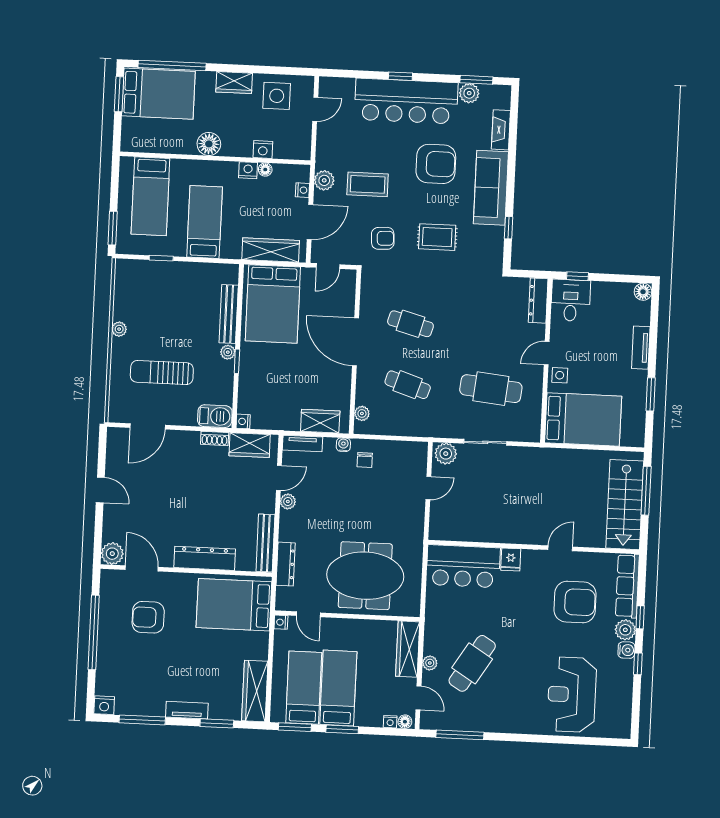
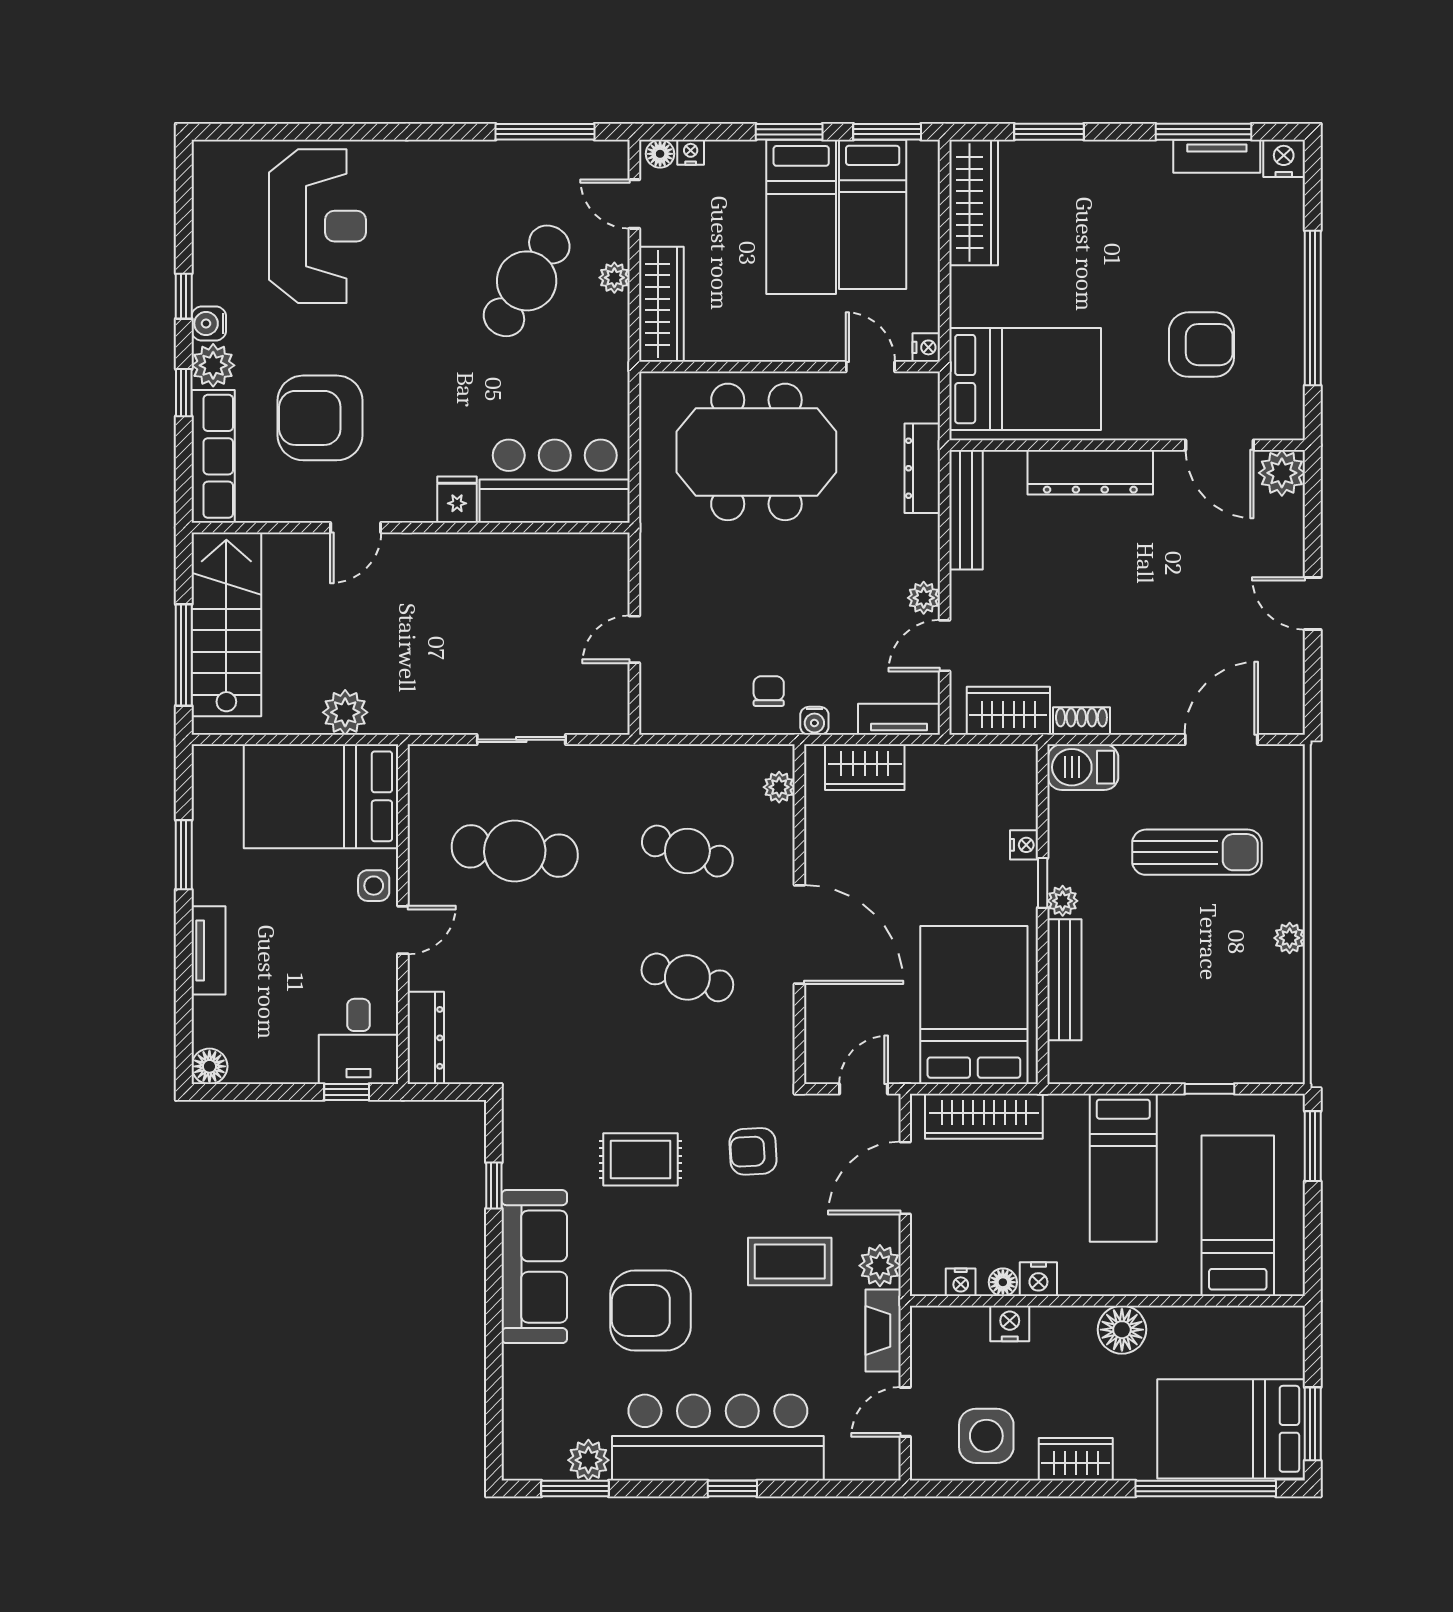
fireplace: (501, 130) -> (883, 1331), moved, turned 180
nightstand: (302, 190) -> (961, 1282), moved, turned -90
nightstand: (243, 421) -> (1024, 845), moved
plant: (446, 454) -> (345, 712), moved
tv unit: (187, 710) -> (1217, 156), moved

